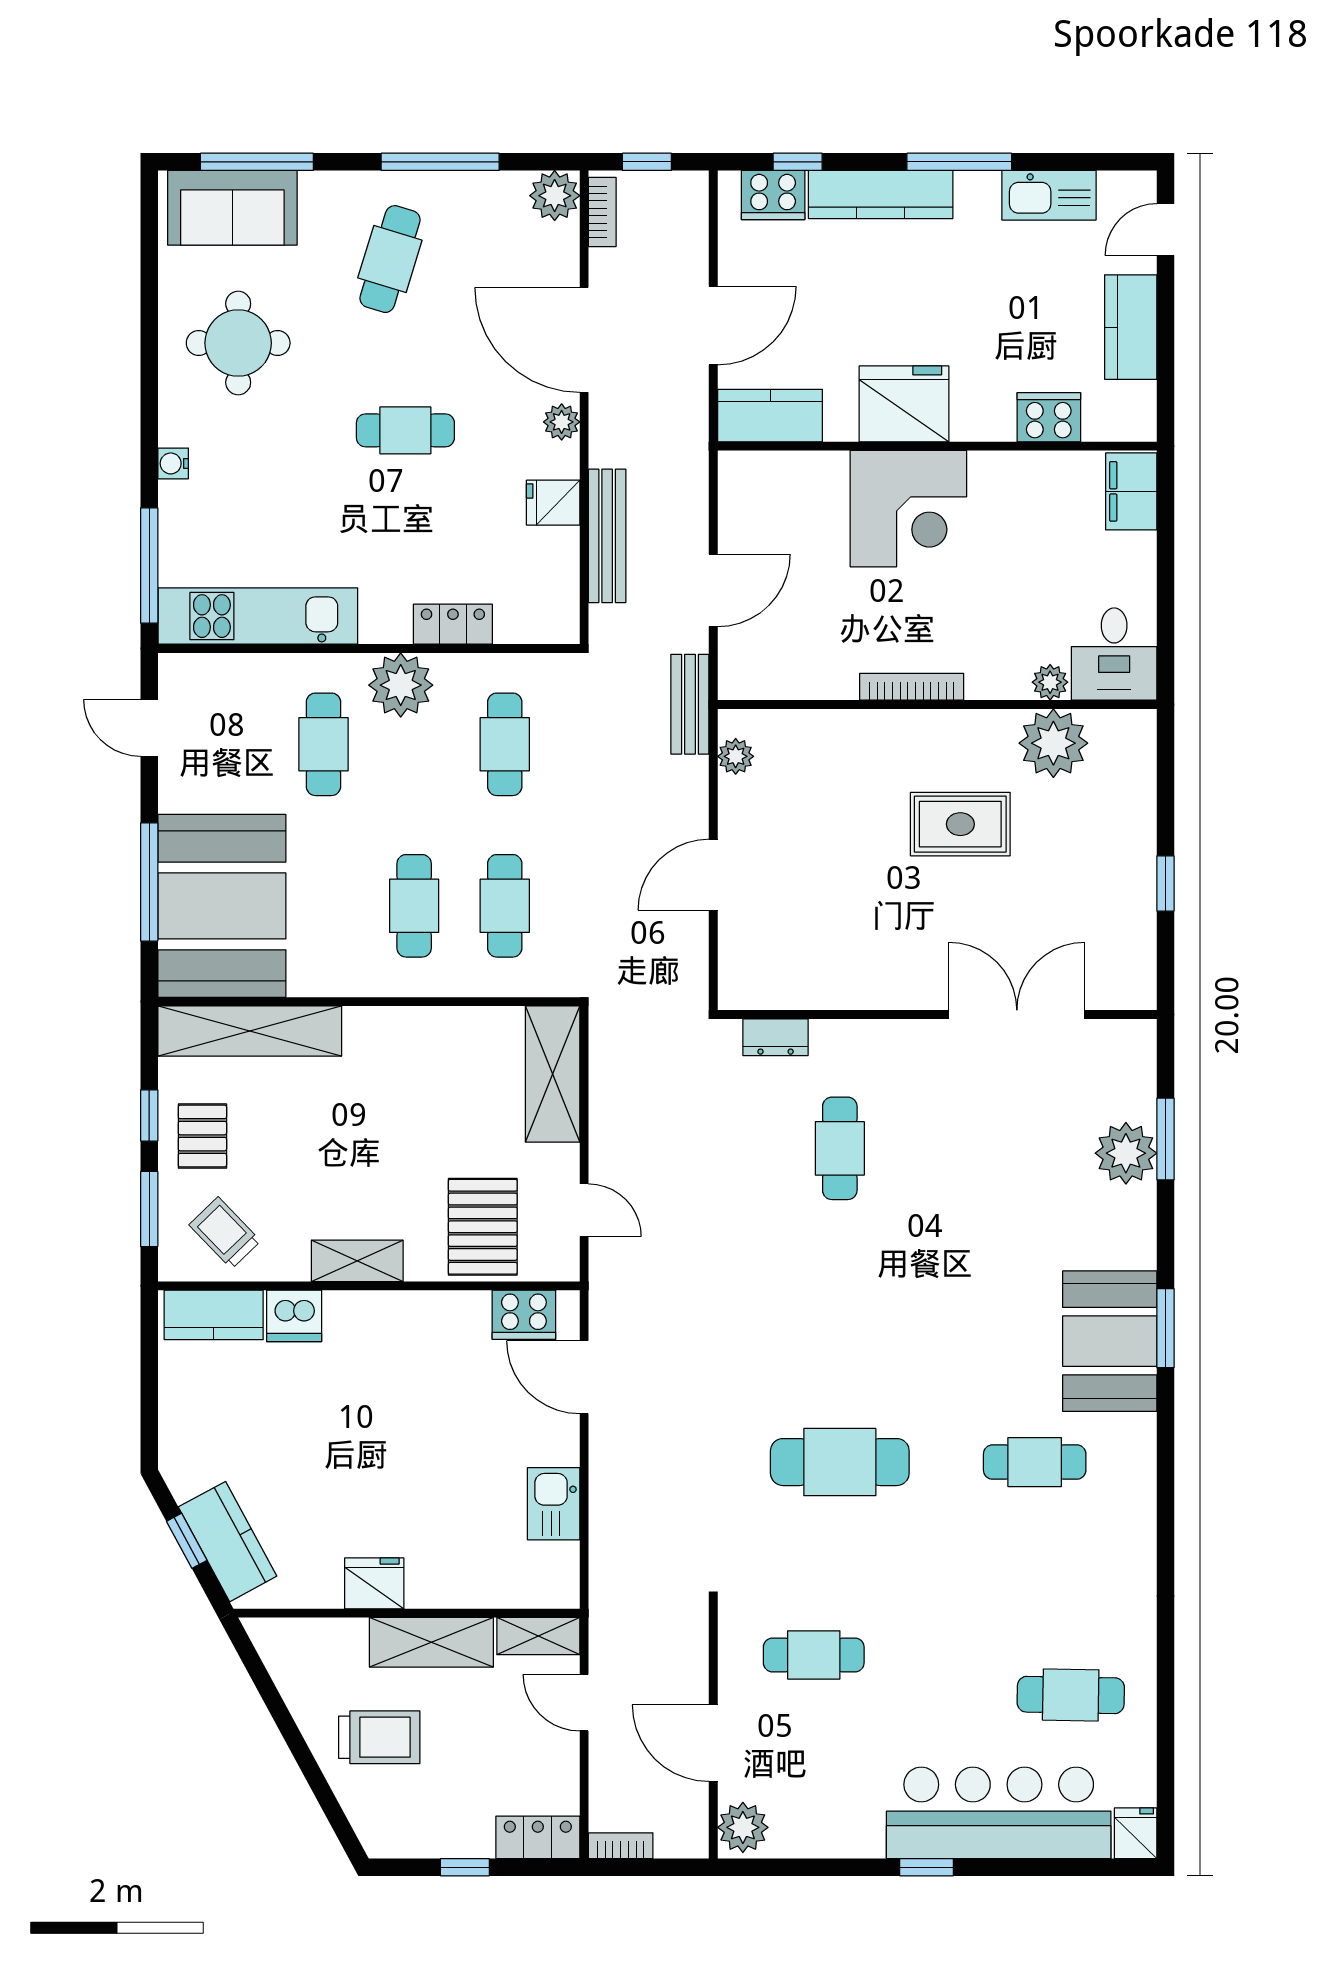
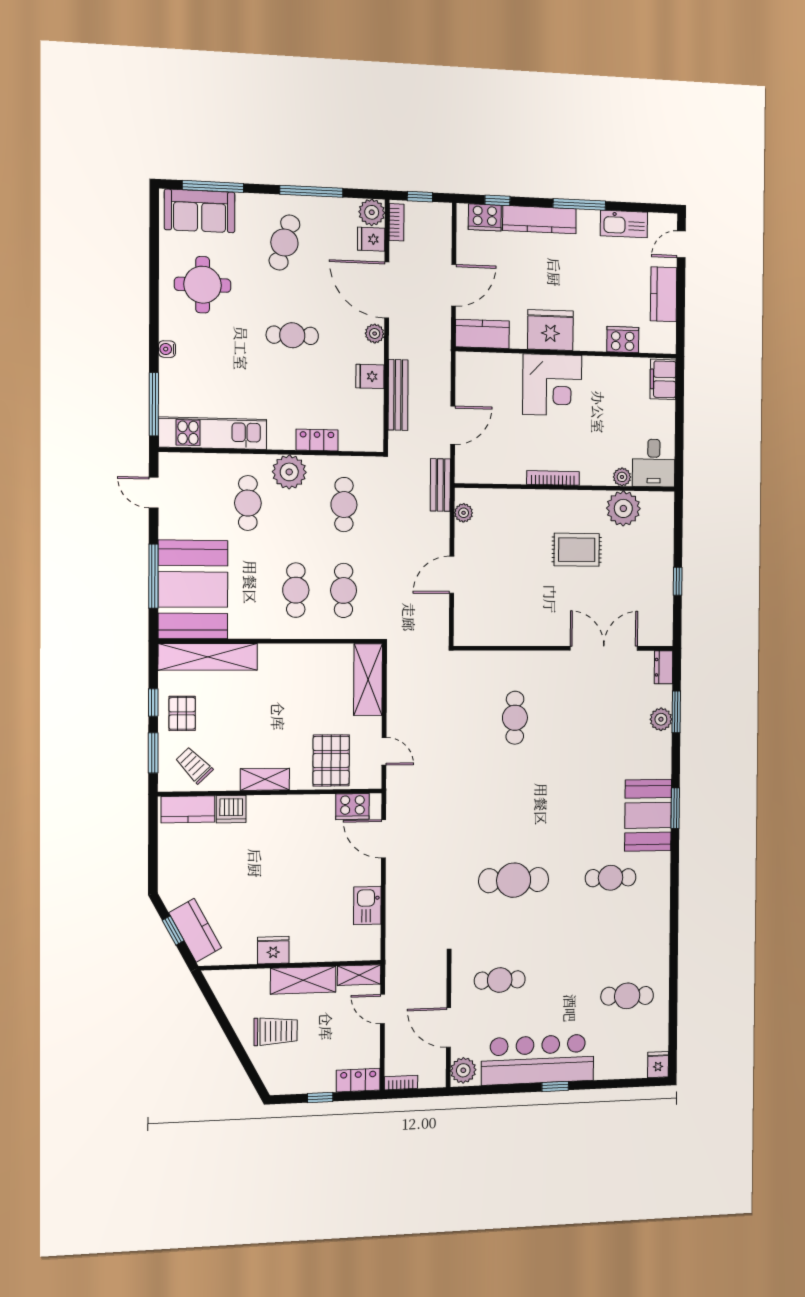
fridge: (554, 246) -> (371, 239), added
dresser: (776, 1037) -> (664, 667), moved, turned 90
plant: (1126, 1153) -> (661, 719), width x0.73, depth x0.73
bar counter: (999, 1813) -> (538, 1060), moved

